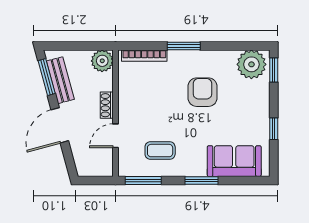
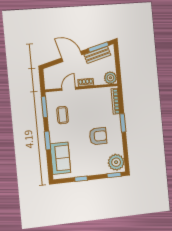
door: (116, 136) -> (69, 89), hinge flipped

